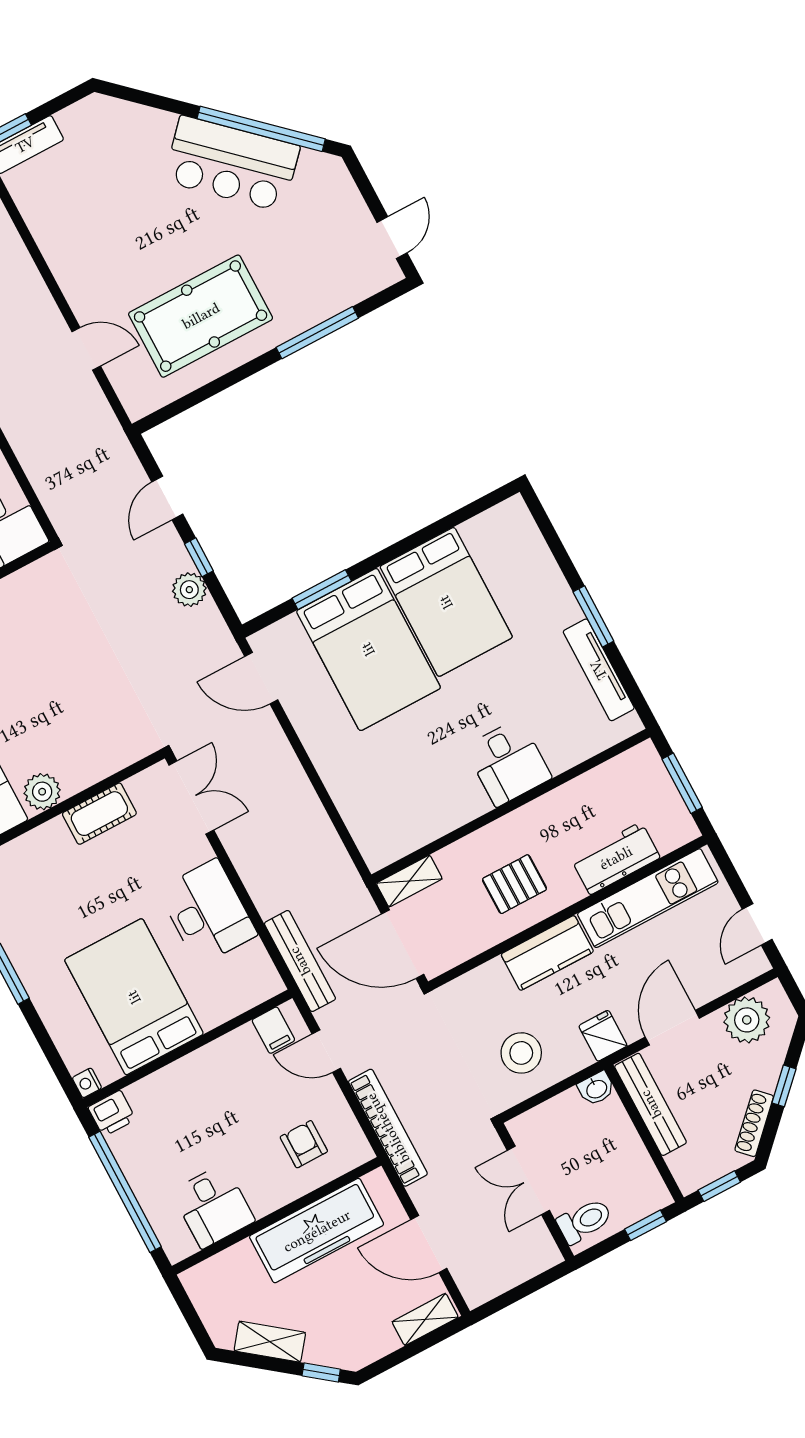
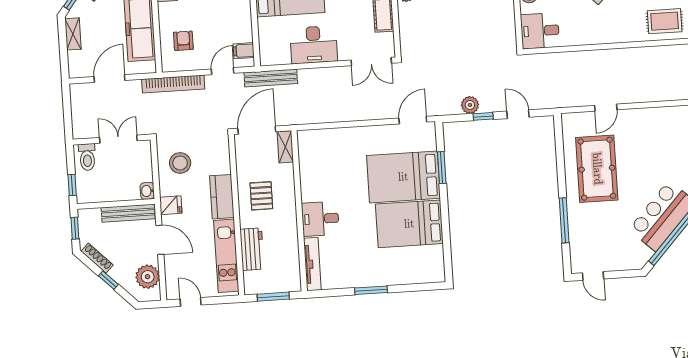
tv unit: (599, 670) -> (312, 264), moved, turned 90
armchair: (304, 1144) -> (183, 41), turned -90
shelving: (425, 1319) -> (73, 34), moved

